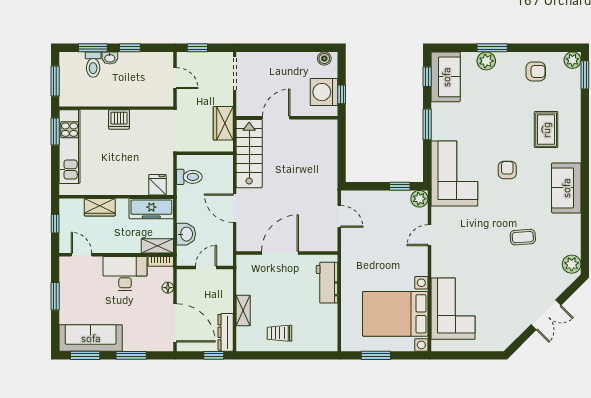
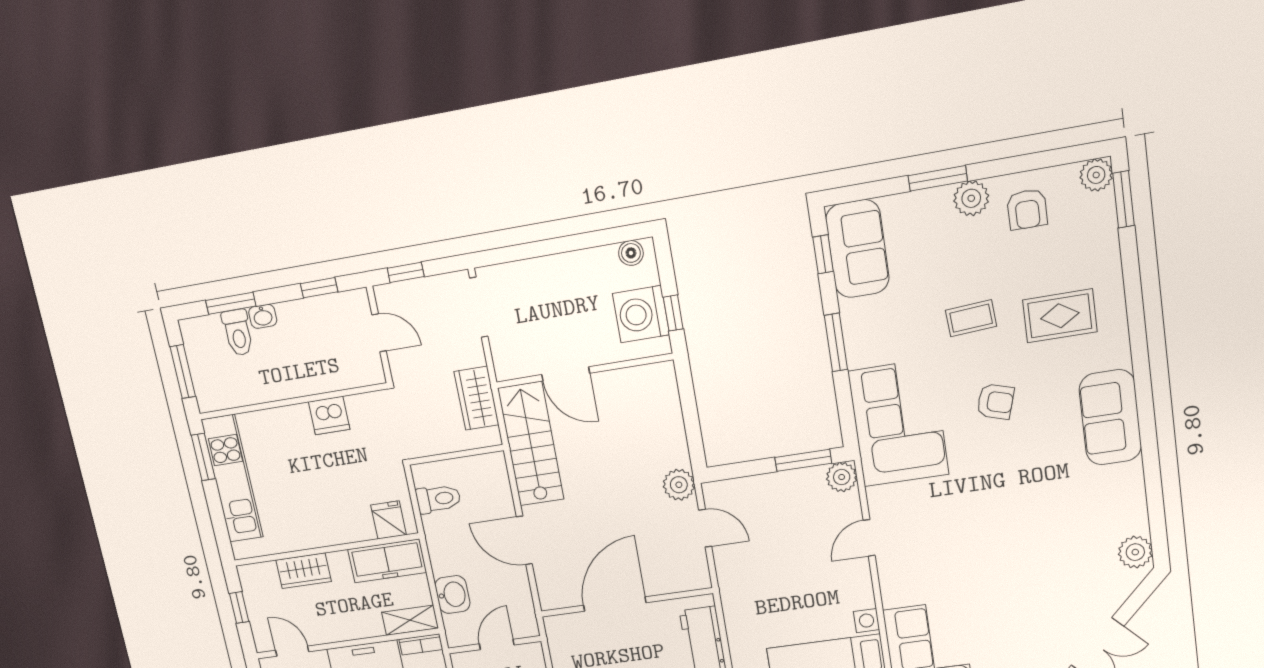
window: (130, 48) -> (319, 288), moved
plant: (486, 61) -> (971, 198), moved
armchair: (536, 71) -> (1027, 209), turned 90
door: (276, 118) -> (566, 374), swing flipped
dishwasher: (119, 120) -> (329, 416), moved
rug: (546, 130) -> (1060, 316), turned 90
armchair: (507, 170) -> (995, 402), turned 107
window: (400, 186) -> (803, 460), width x1.50
plant: (329, 189) -> (679, 485), added
coffee table: (523, 237) -> (971, 318), moved

